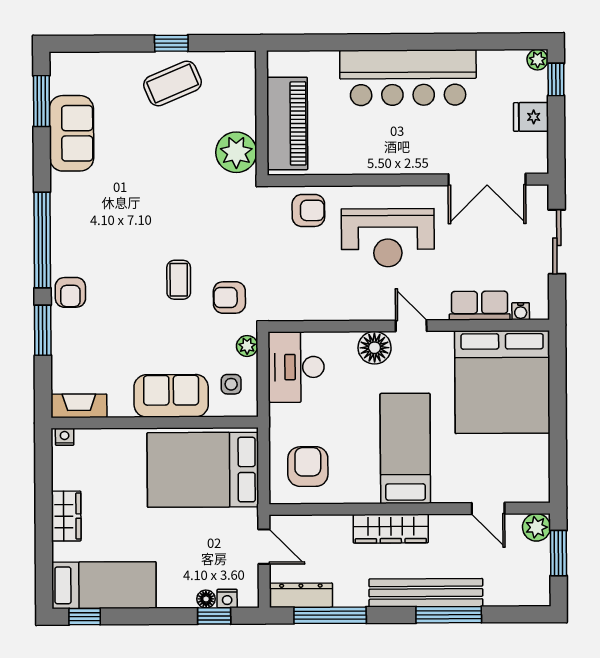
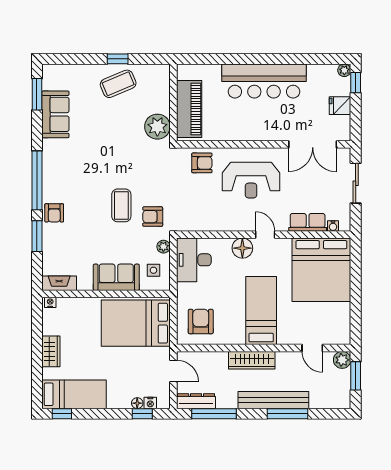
coffee table: (179, 280) -> (121, 205), width x1.36, depth x1.30

